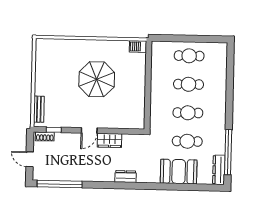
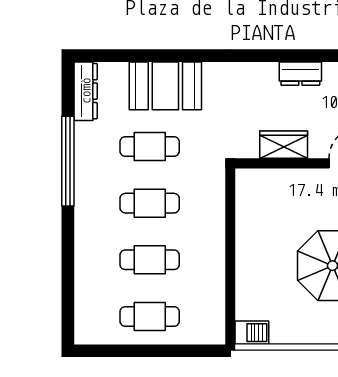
wardrobe: (109, 140) -> (284, 145), moved
window: (228, 152) -> (68, 161), moved
dresser: (126, 177) -> (300, 74), moved

